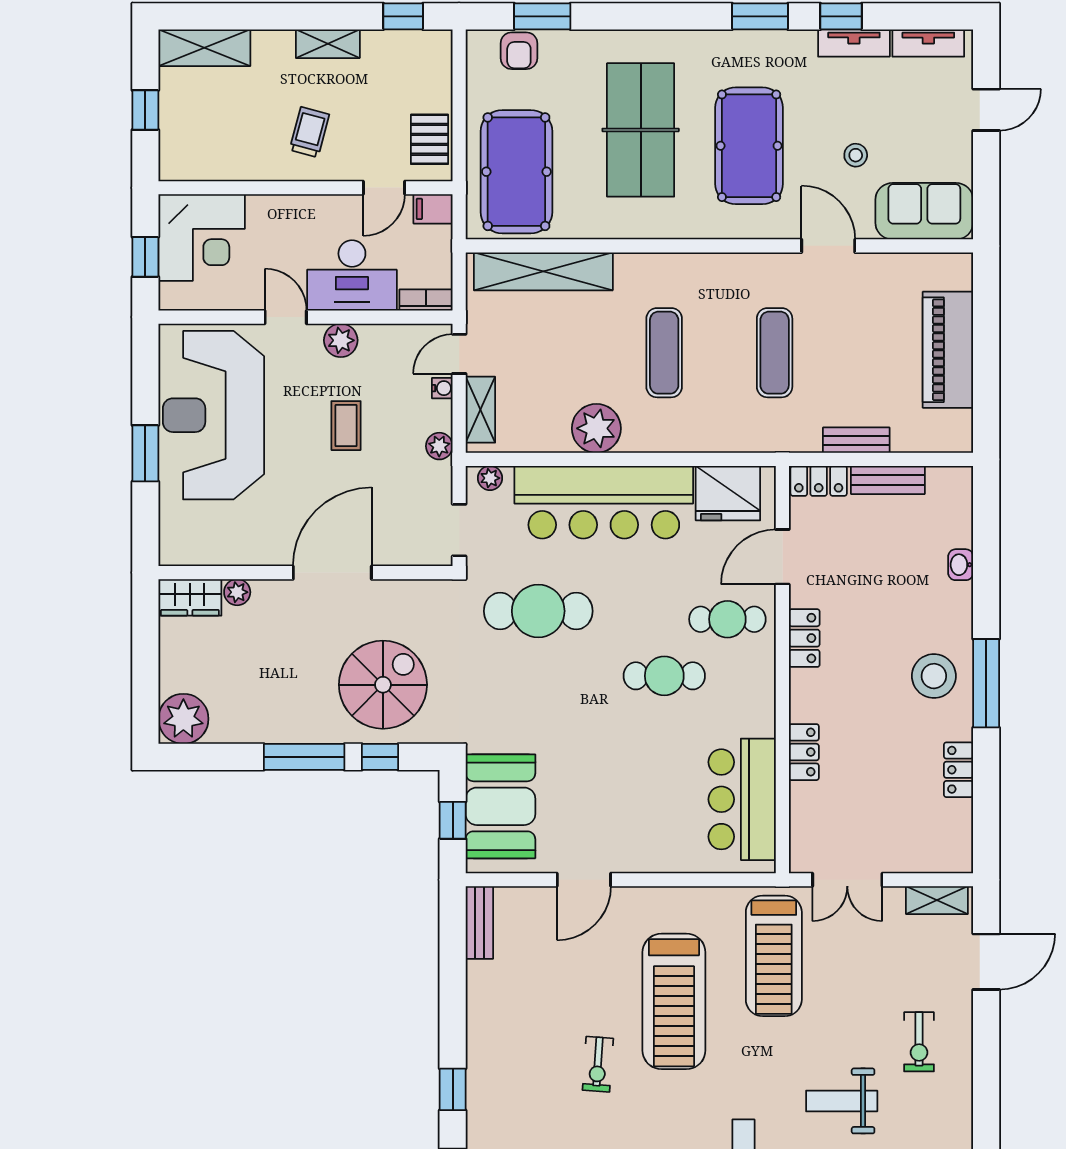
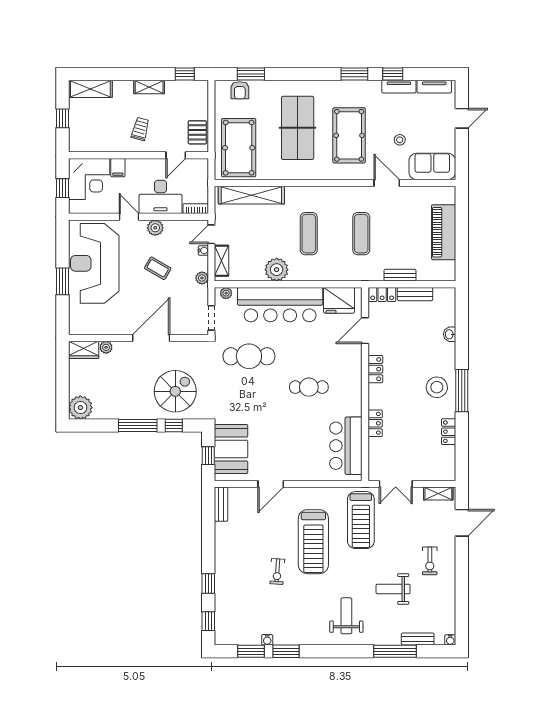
filing cabinet: (433, 209) -> (118, 168), moved, turned -90
coffee table: (346, 426) -> (158, 268), turned -60
cafe table: (727, 619) -> (339, 360), removed

